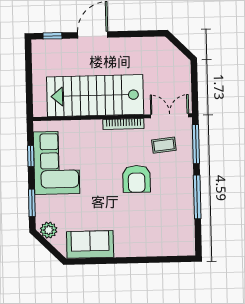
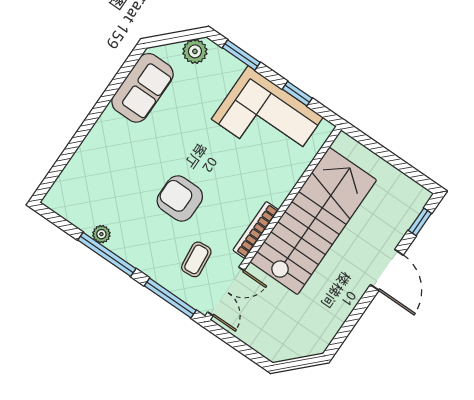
plant: (188, 208) -> (101, 234), added

